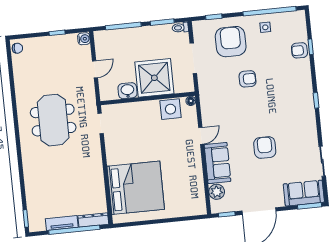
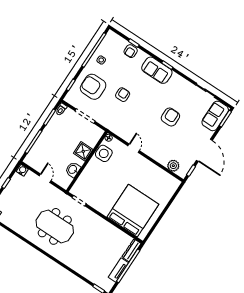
shower: (154, 78) -> (83, 151), width x0.54, depth x0.54
armchair: (265, 148) -> (170, 117), turned 90
sofa: (217, 163) -> (157, 70), moved, turned 180

